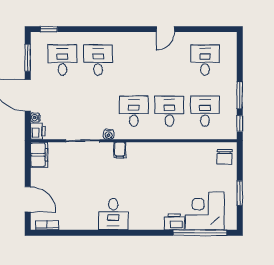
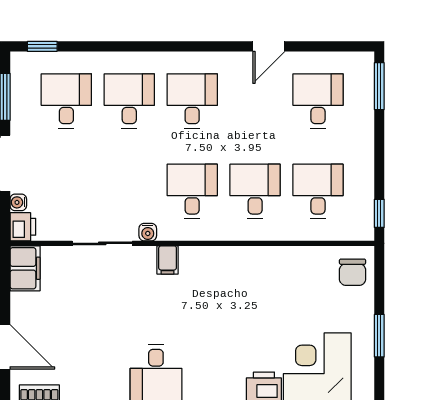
door: (165, 29) -> (269, 46), moved
desk: (134, 60) -> (192, 101), added
window: (240, 95) -> (379, 86), moved

